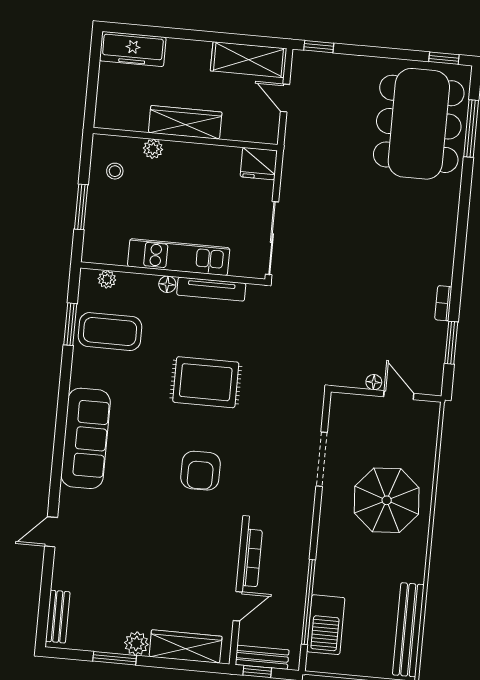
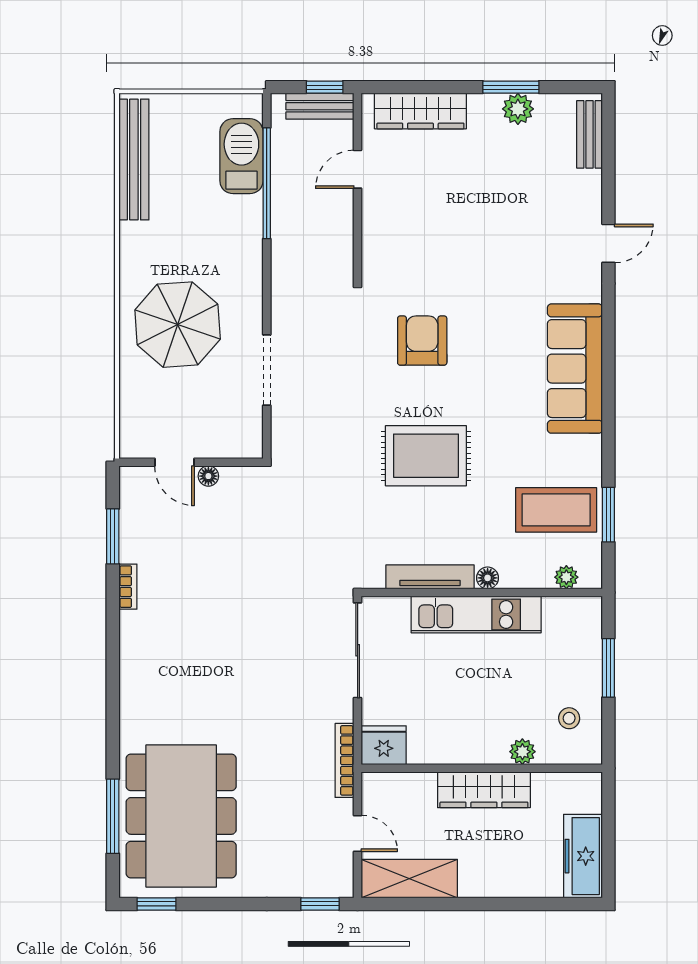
freezer: (133, 49) -> (583, 856), moved, turned -90
bookcase: (252, 558) -> (344, 760), moved
plant: (136, 644) -> (518, 109), moved

